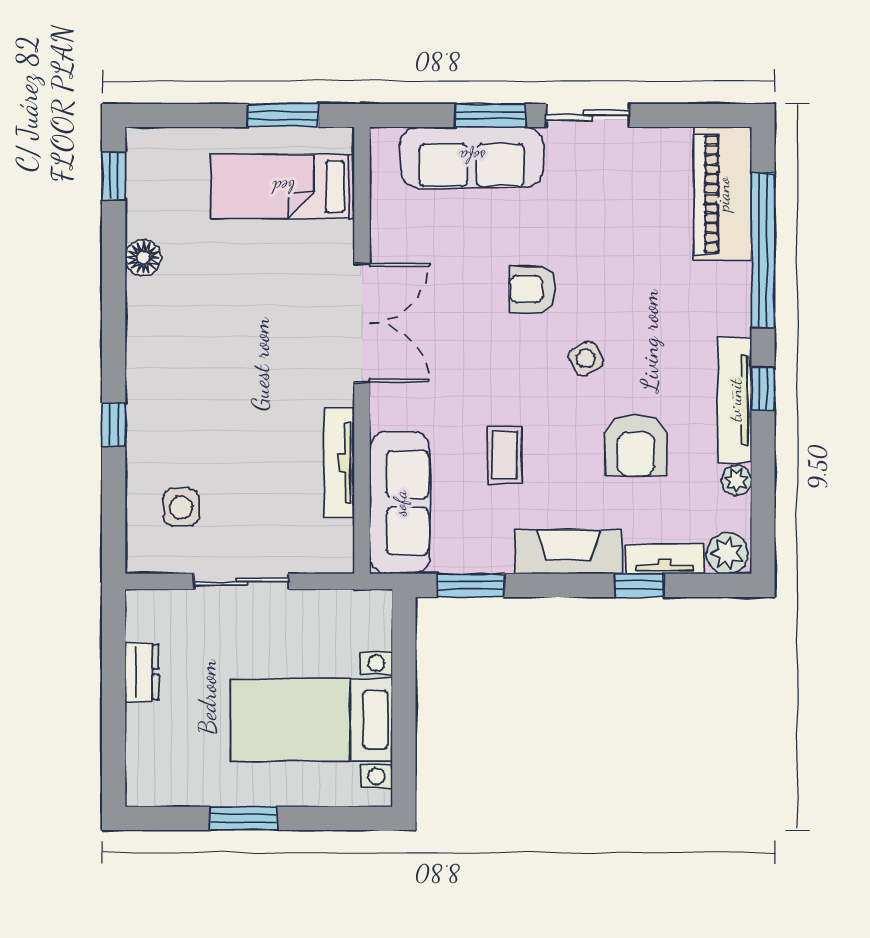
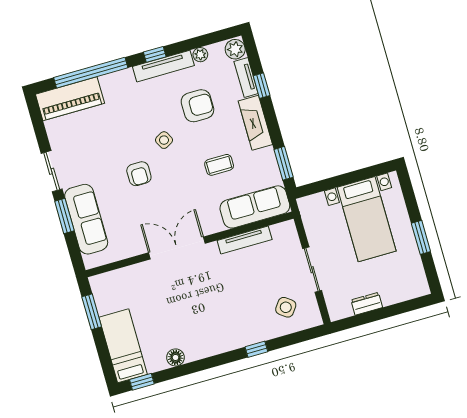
bed: (283, 187) -> (123, 346), moved, turned 180
side table: (181, 507) -> (286, 307), turned 37

